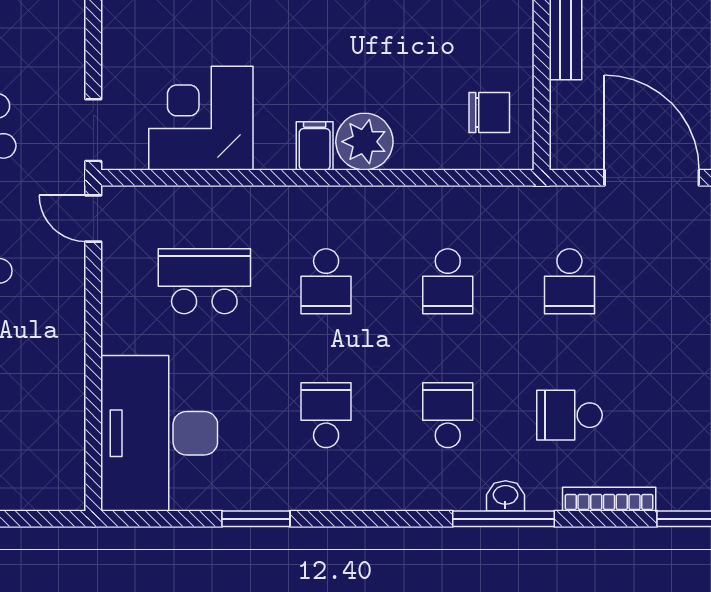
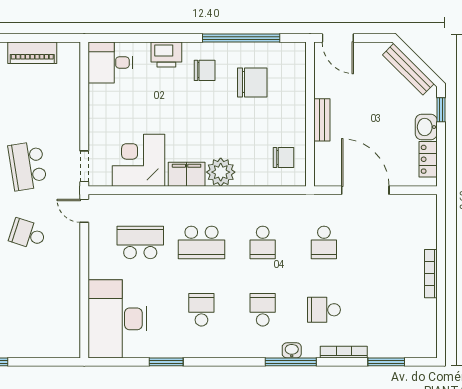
filing cabinet: (315, 146) -> (187, 174), width x2.00
school desk: (326, 281) -> (201, 242), width x1.85

